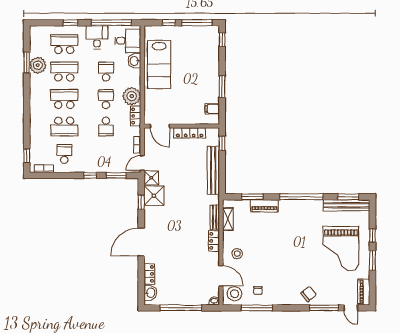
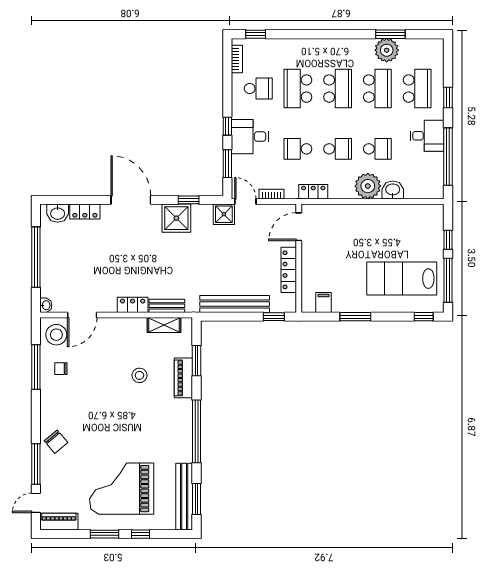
desk: (128, 41) -> (250, 137), moved, turned 90
lab bench: (159, 65) -> (402, 279), moved
plant: (132, 96) -> (368, 186), moved
shower: (154, 196) -> (176, 218), moved
stool: (237, 254) -> (139, 375), moved

